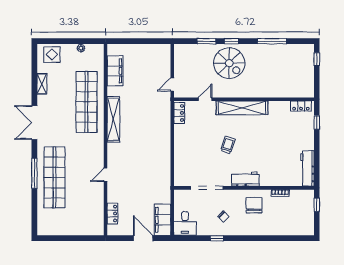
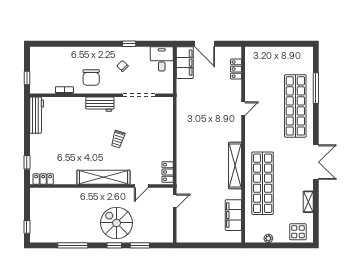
window: (34, 173) -> (316, 88), moved

